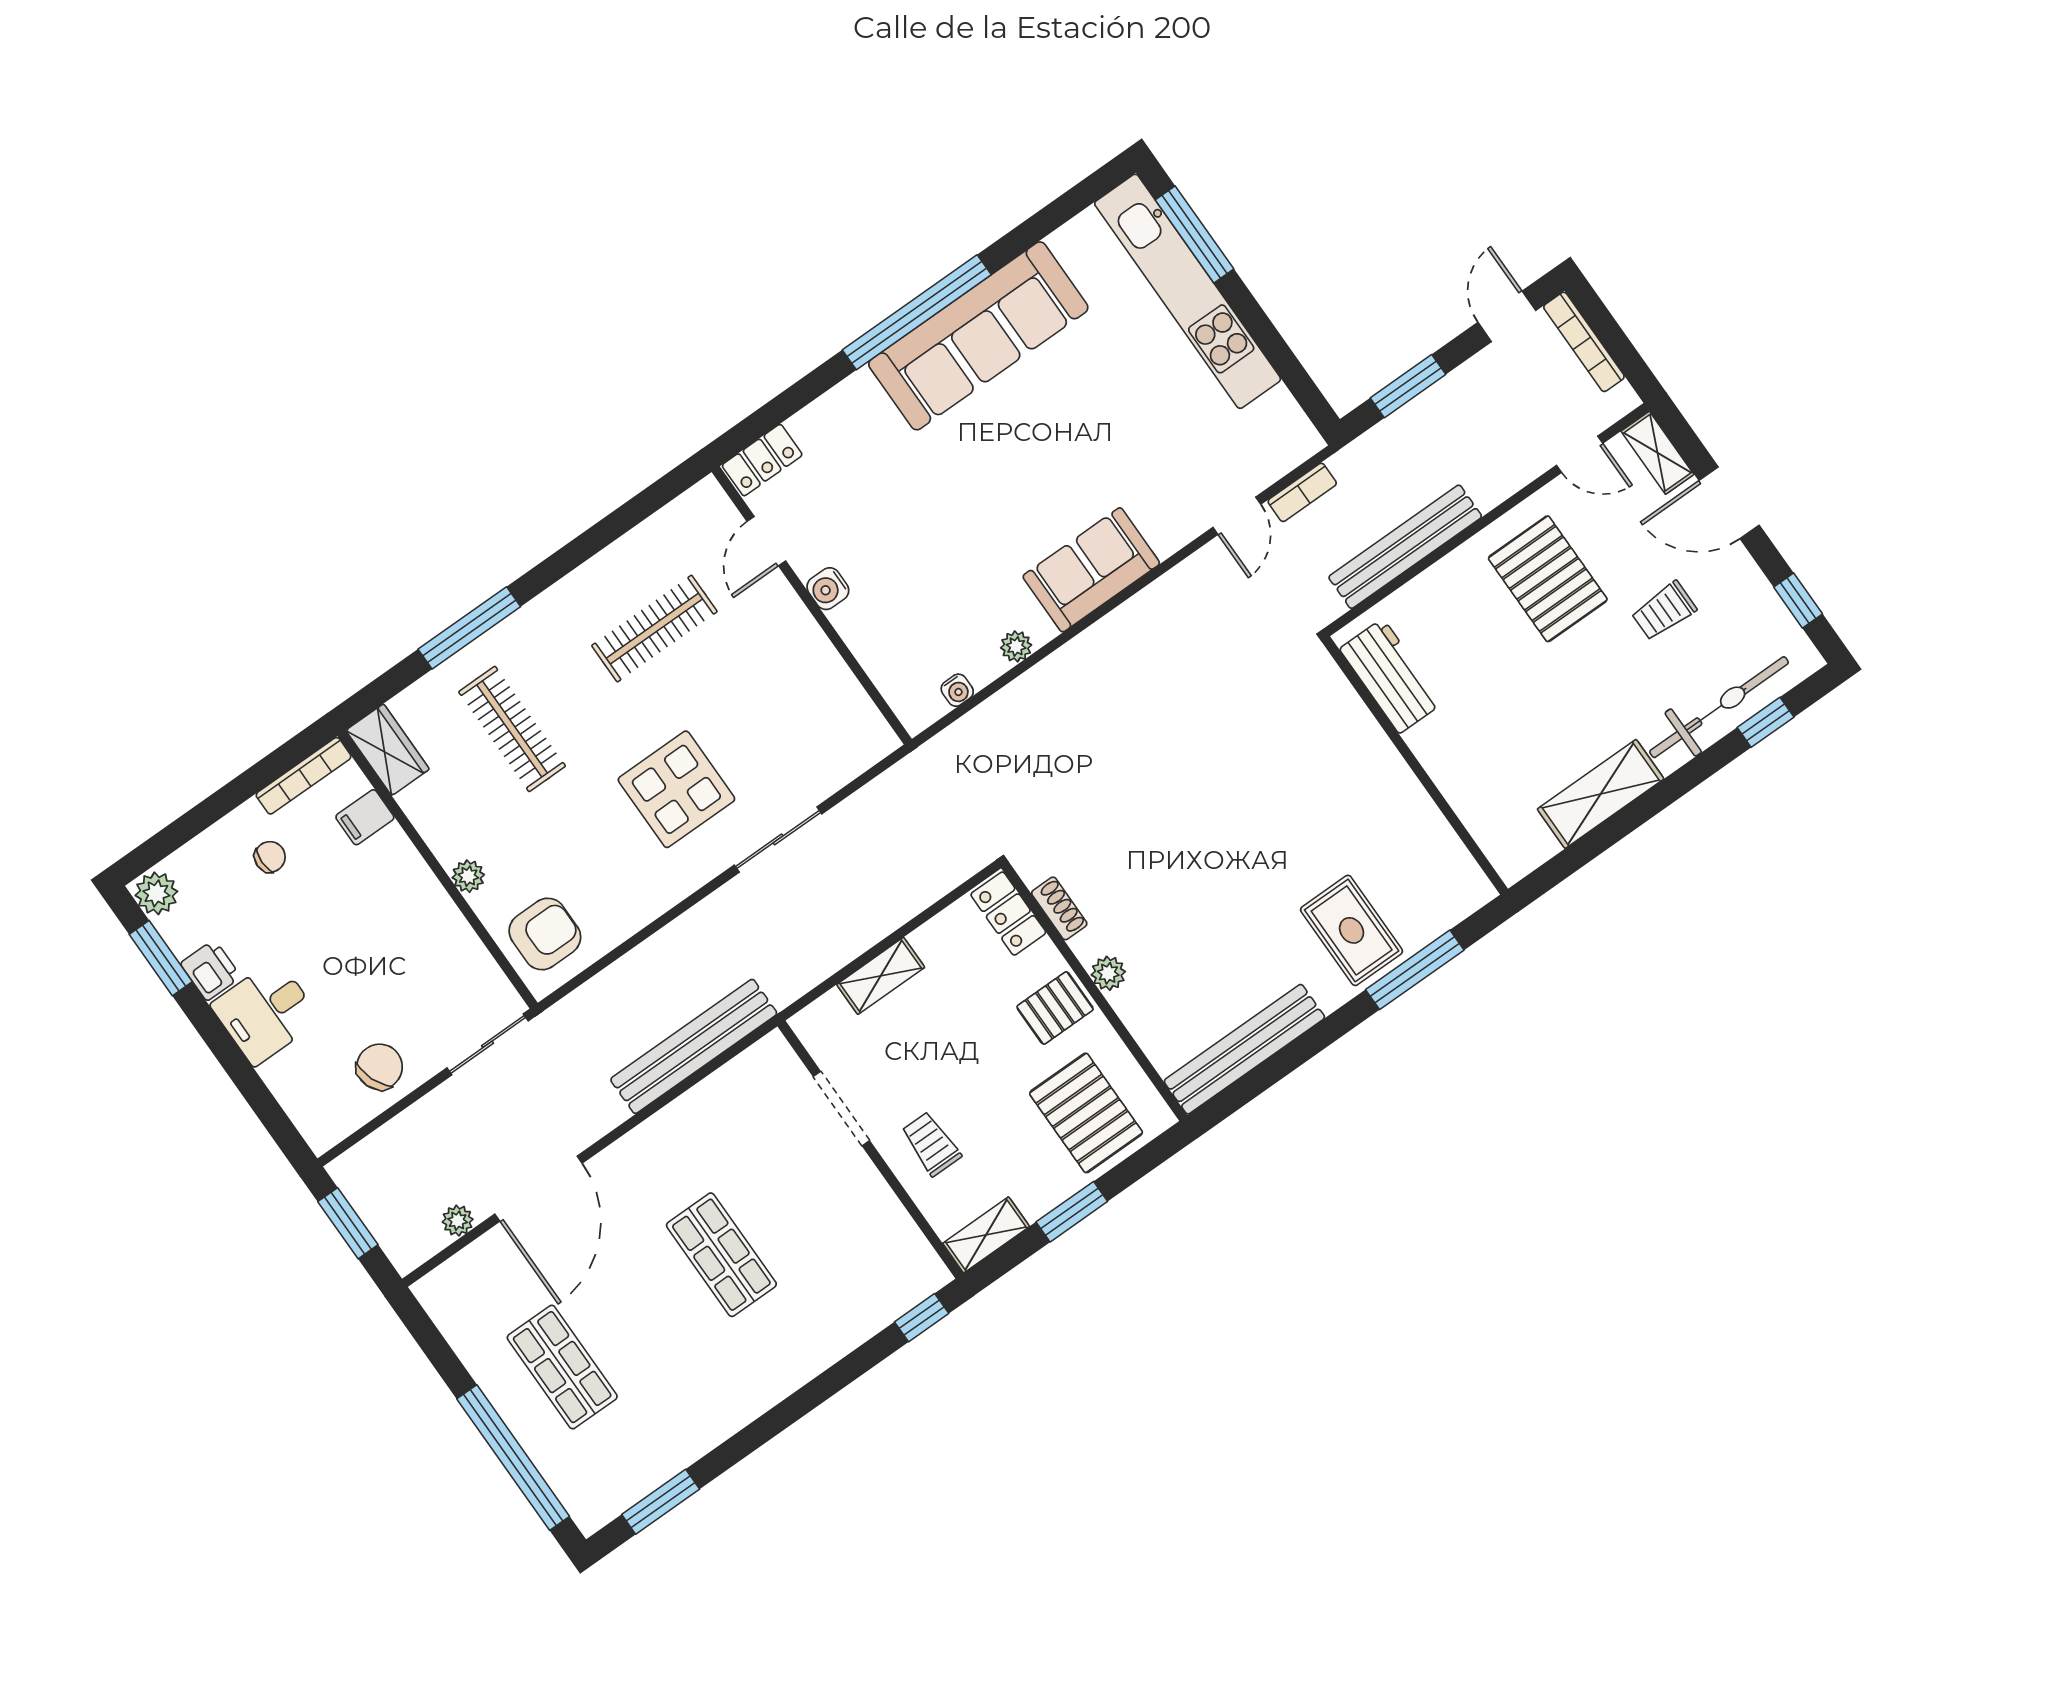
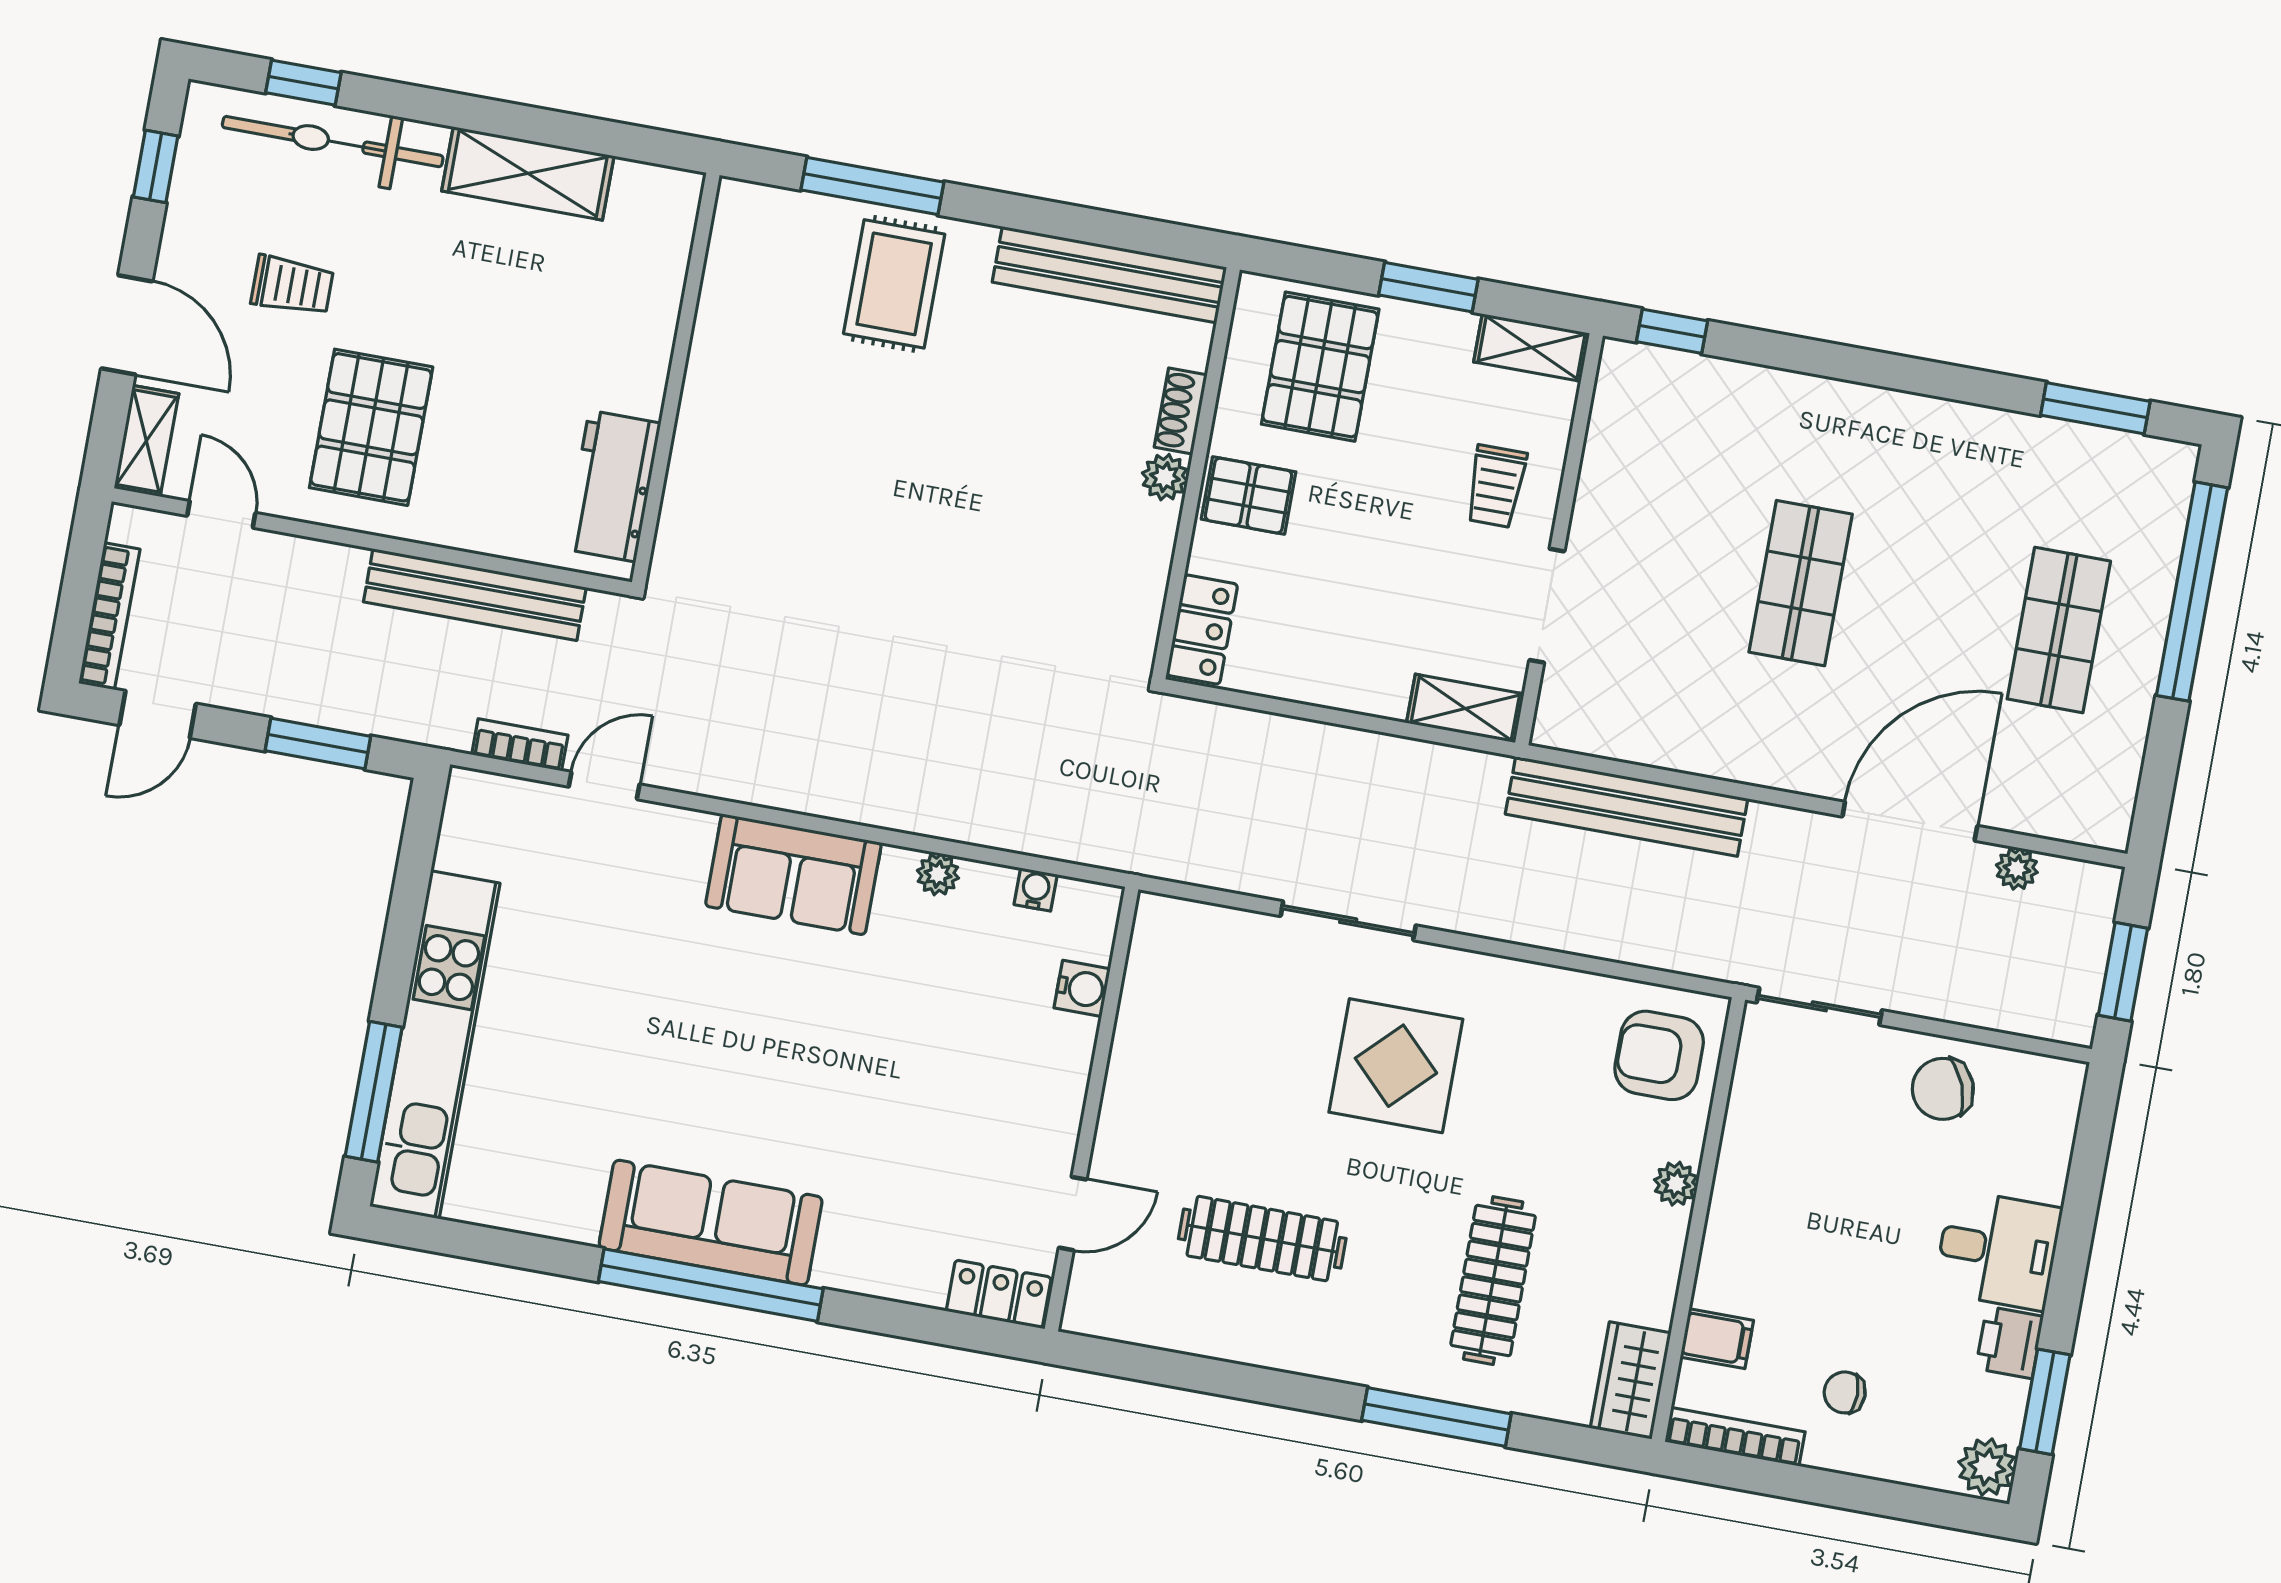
sofa: (978, 336) -> (711, 1223), width x0.74, depth x0.79
water cooler: (828, 589) -> (1082, 988), moved
shoe rack: (1059, 908) -> (1181, 411), moved
shelving: (881, 976) -> (1465, 708), moved

